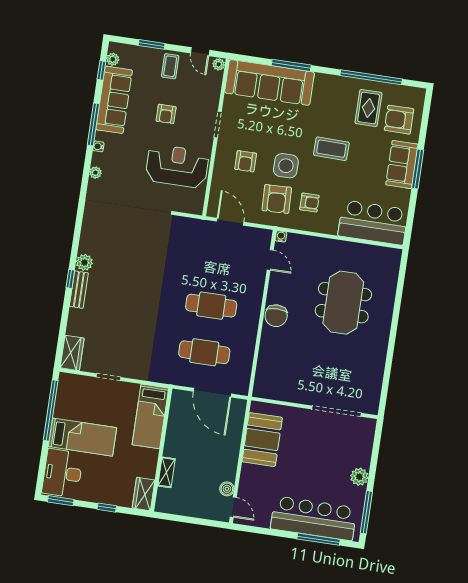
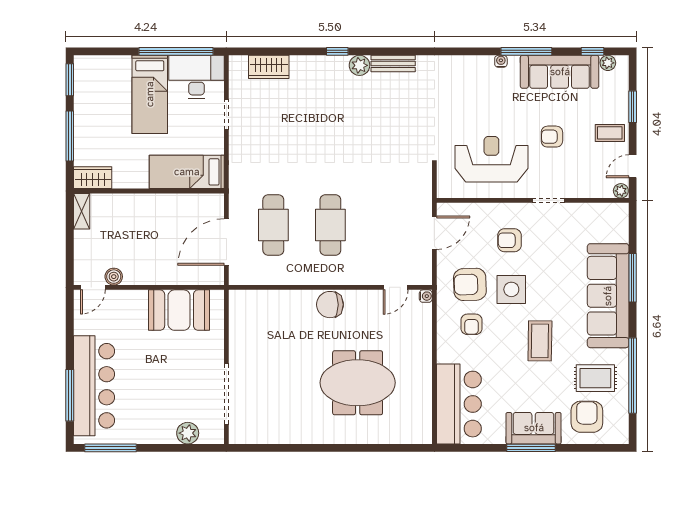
sofa: (269, 82) -> (608, 296), moved
reception desk: (177, 166) -> (491, 159), turned -90
plant: (95, 173) -> (469, 62), removed
bench: (79, 290) -> (393, 64), moved
wardrobe: (72, 353) -> (269, 67), moved
shelving: (167, 472) -> (82, 211), moved, turned 90
desk: (63, 473) -> (197, 77), moved
plant: (359, 477) -> (188, 433), moved
window: (107, 508) -> (70, 136), width x2.17

